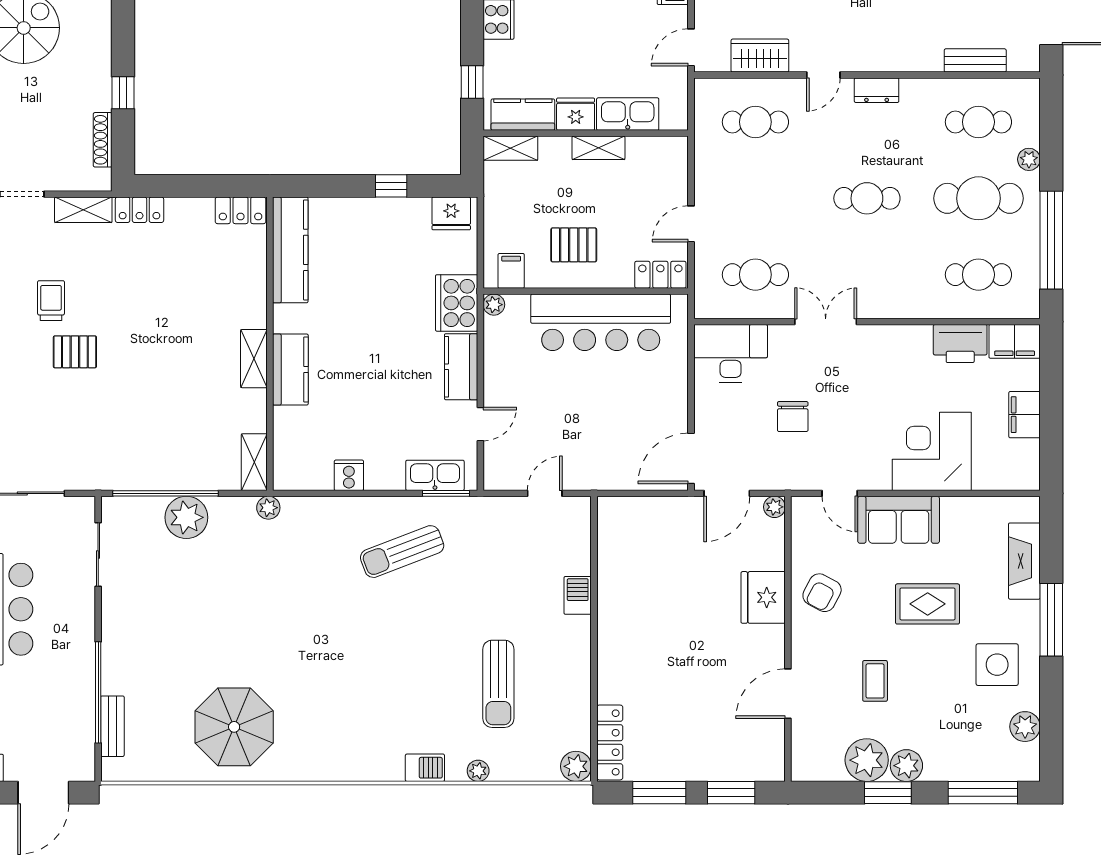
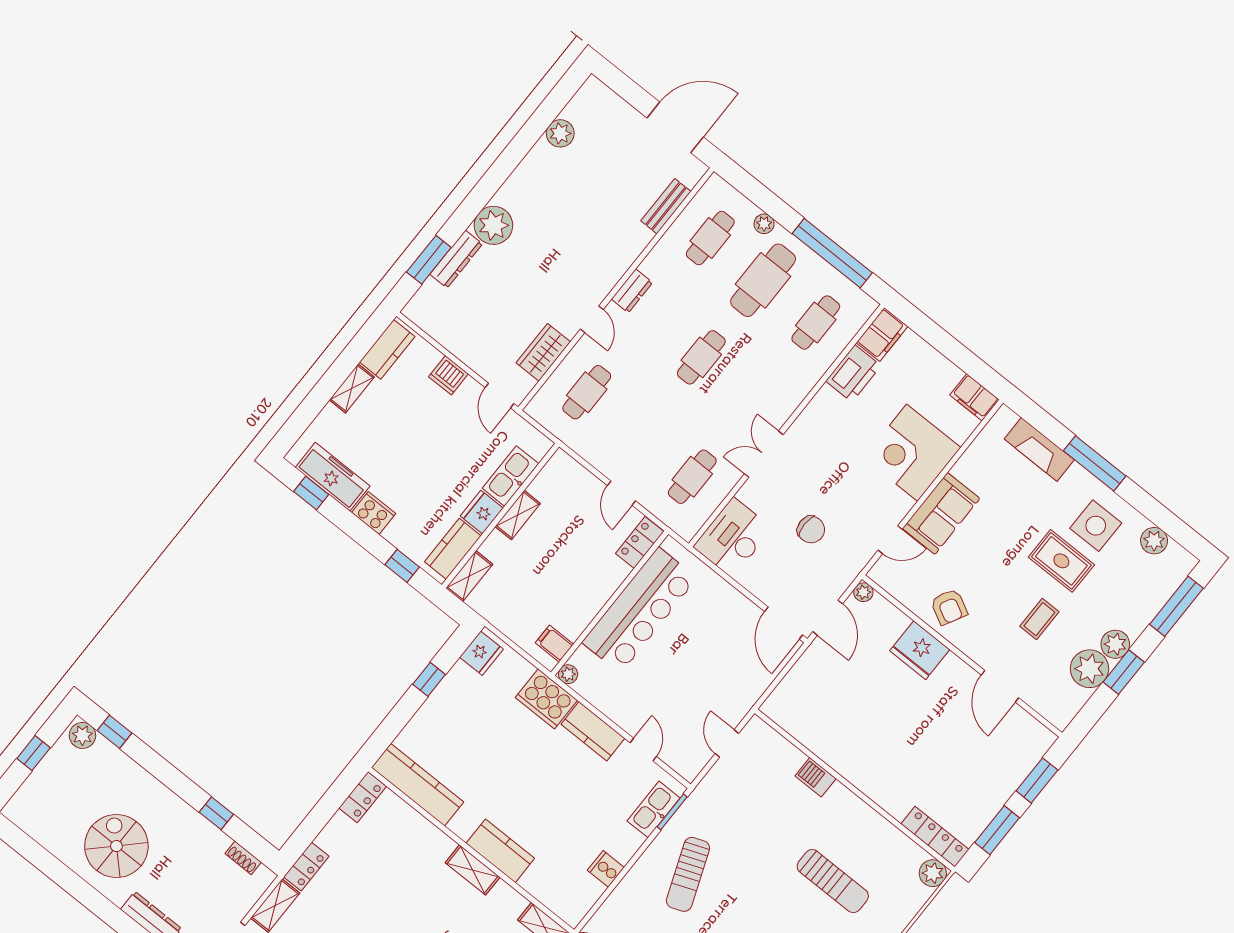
shoe rack: (103, 140) -> (243, 858), width x0.70
pallet: (574, 245) -> (571, 586), removed
filing cabinet: (1025, 415) -> (975, 397), moved
rug: (928, 604) -> (1061, 561), moved, turned 90
coffee table: (875, 681) -> (1039, 619), turned 90

